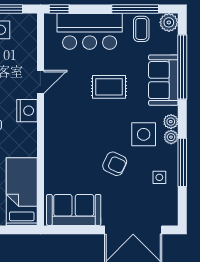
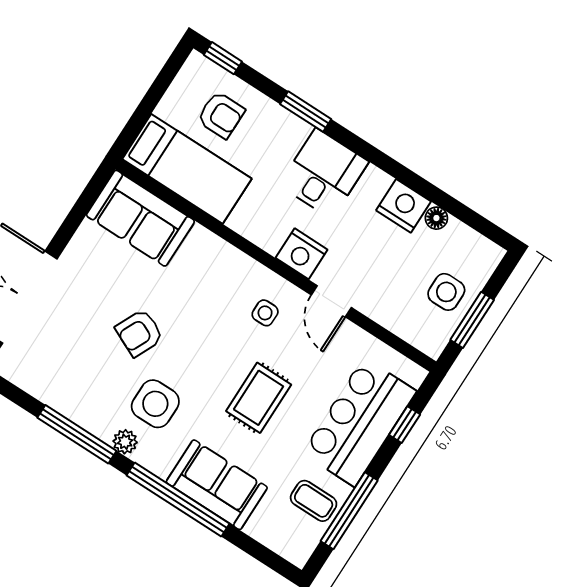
window: (59, 9) -> (405, 425), moved
plant: (169, 22) -> (297, 548), removed
window: (182, 67) -> (178, 499), moved
plant: (171, 122) -> (148, 456), removed
side table: (159, 177) -> (265, 313), moved
sofa: (74, 210) -> (140, 218), moved, turned 90

